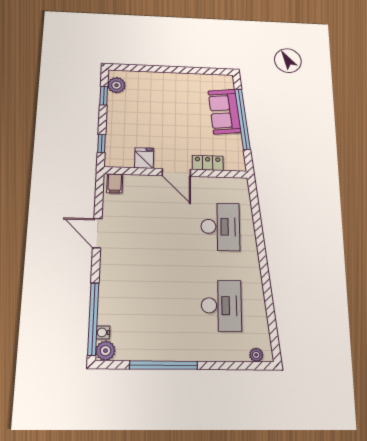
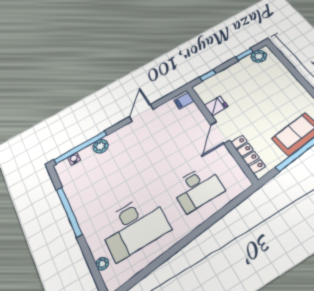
locker: (208, 163) -> (248, 154), width x1.53
desk: (221, 306) -> (134, 226), width x1.36, depth x1.30
plant: (105, 351) -> (101, 146), moved
plant: (256, 355) -> (102, 264), moved

